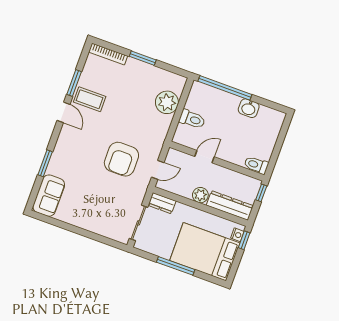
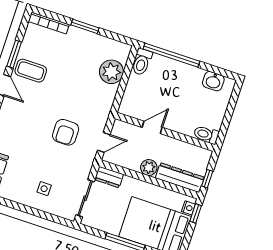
washbasin: (249, 108) -> (213, 81), moved
toilet: (192, 119) -> (142, 62), moved, turned 90
armchair: (121, 159) -> (66, 132), width x0.73, depth x0.73
window: (261, 193) -> (207, 179), moved
side table: (99, 213) -> (44, 189), added

